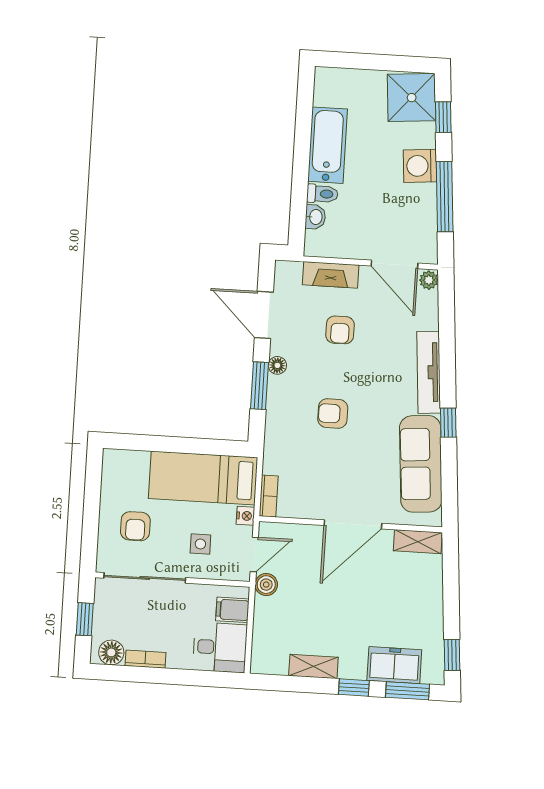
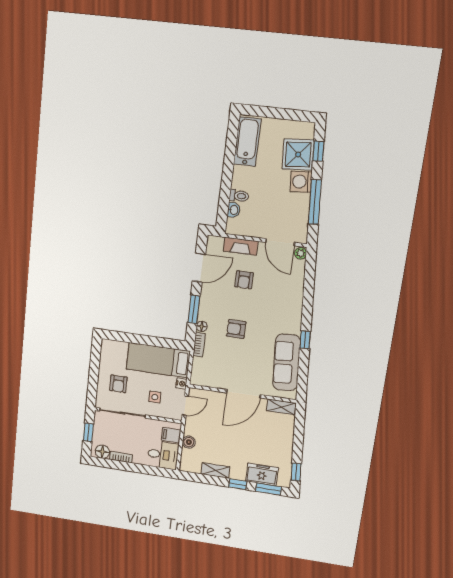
shower: (412, 98) -> (298, 155), moved
bathtub: (328, 145) -> (247, 142), moved
door: (264, 315) -> (199, 268), swing flipped
floor lamp: (277, 365) -> (202, 326), moved
tv unit: (429, 372) -> (296, 309), removed
bookcase: (269, 496) -> (199, 345), moved
boiler: (266, 585) -> (189, 442), moved

